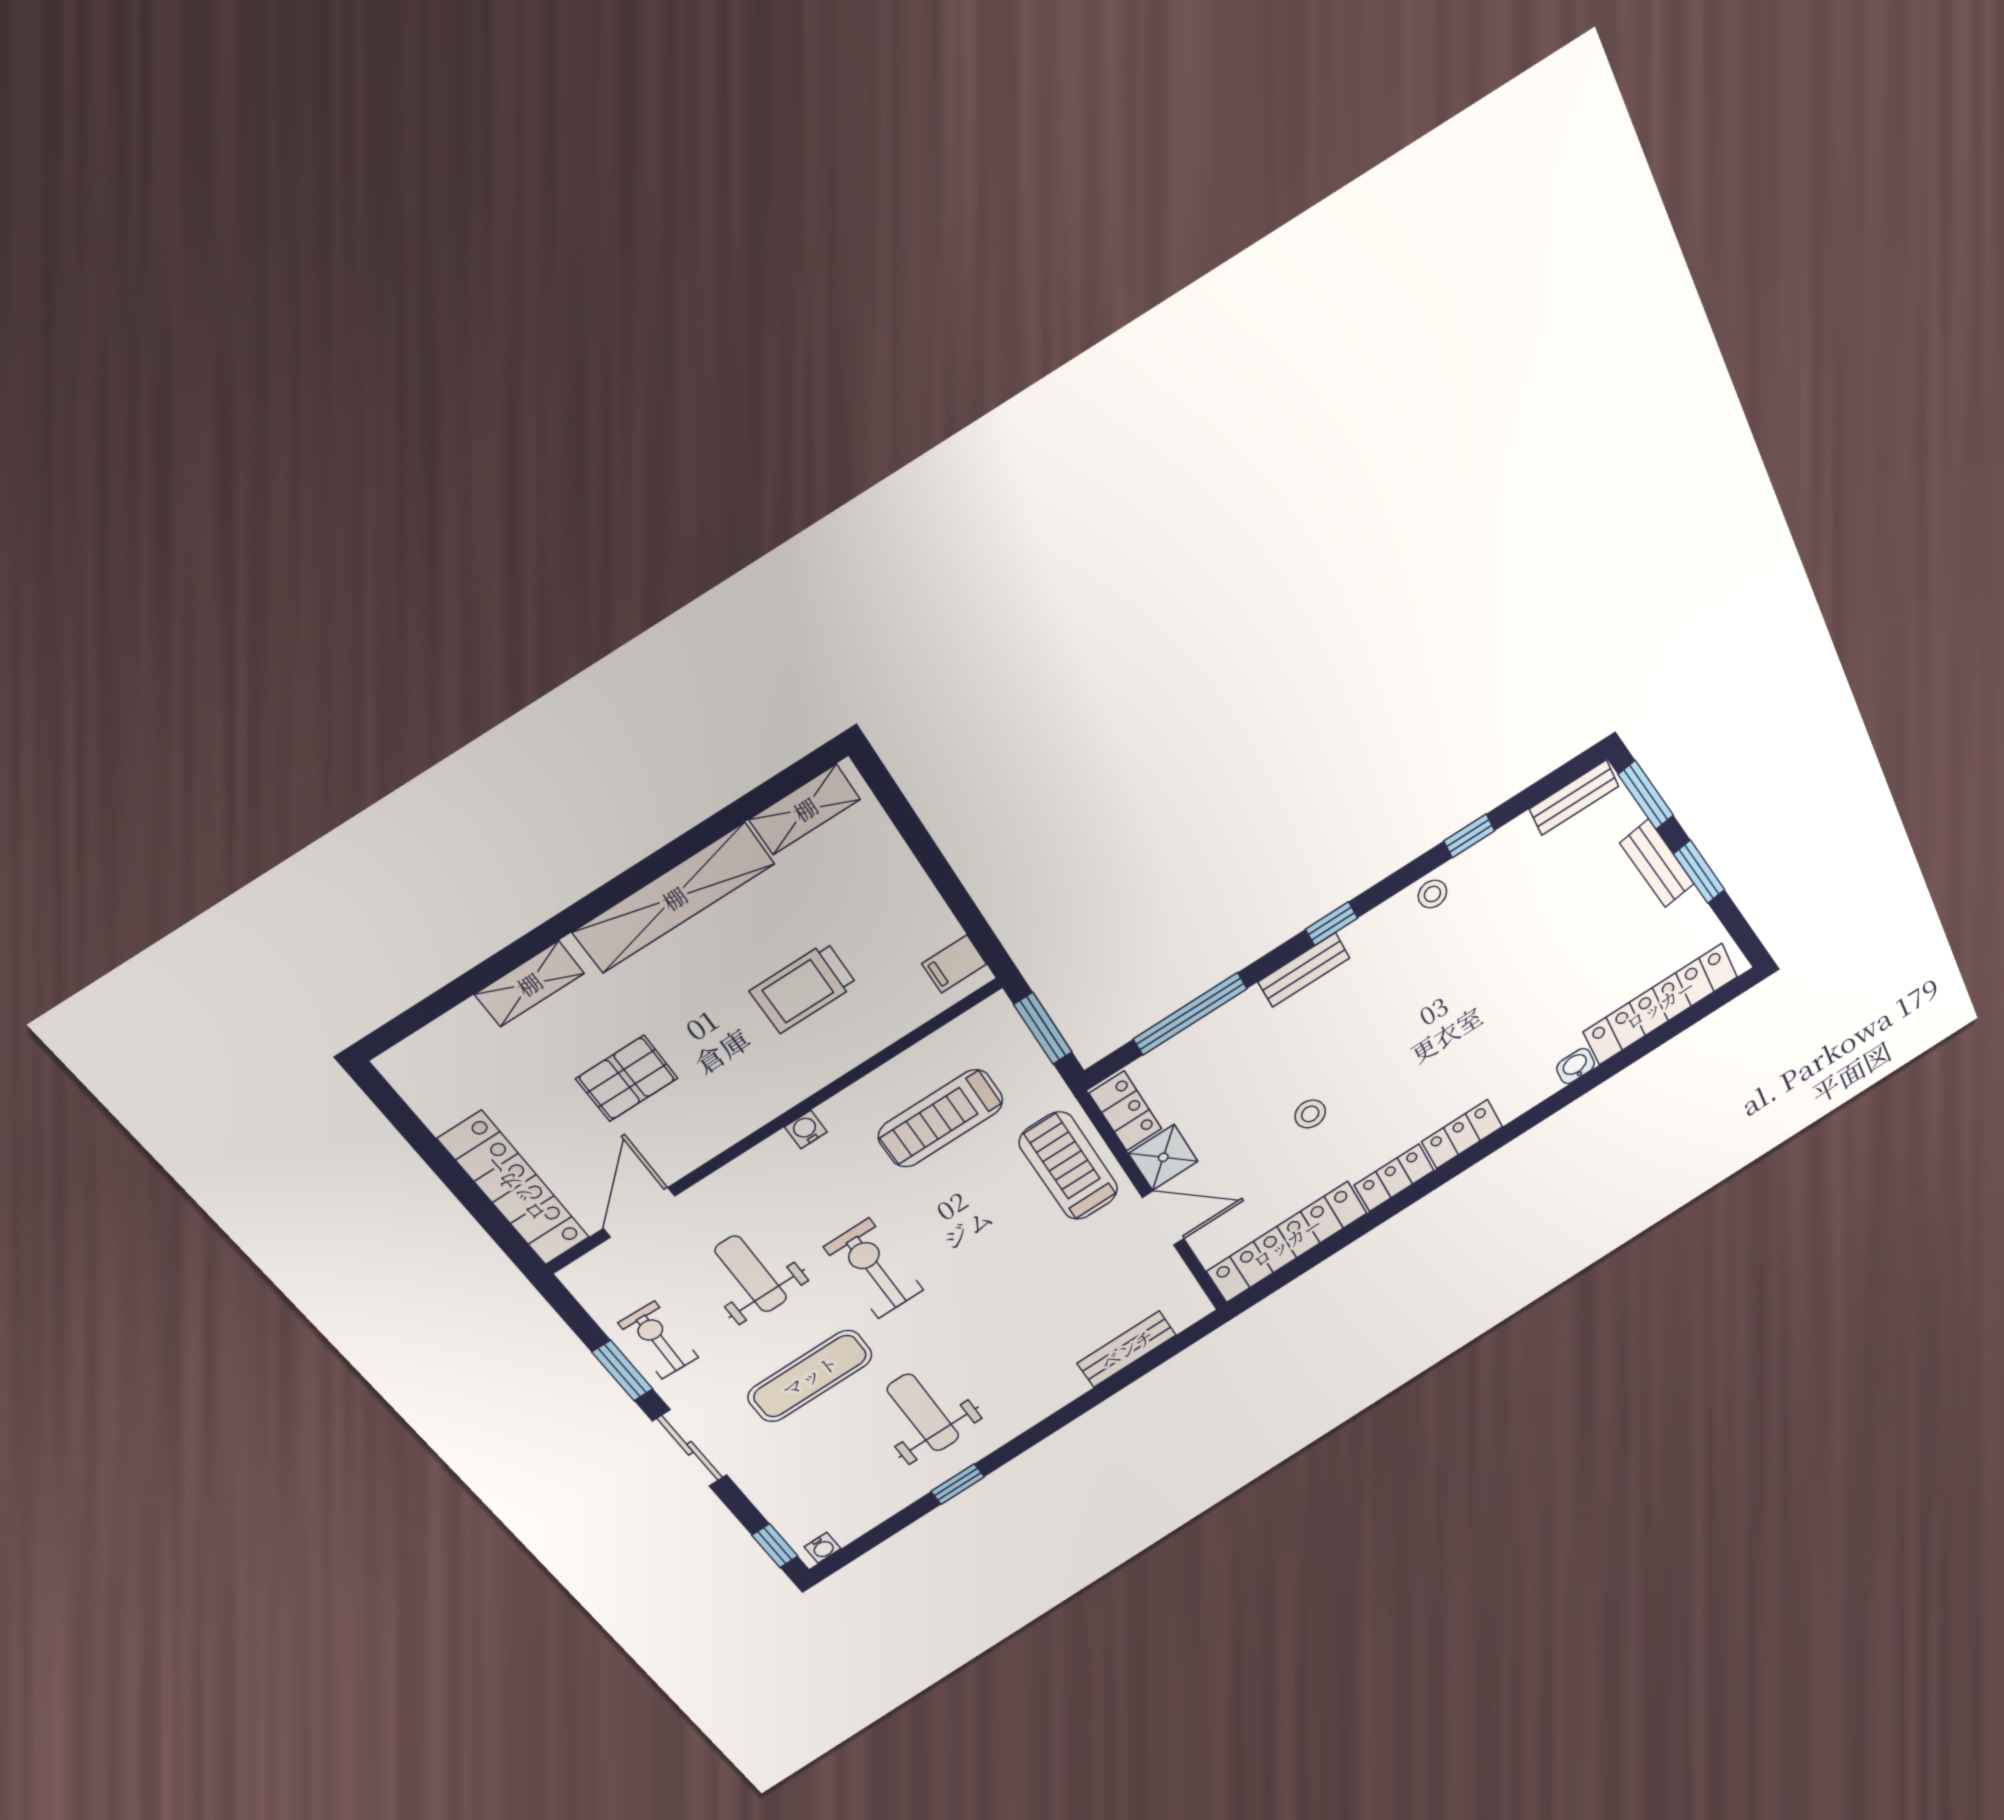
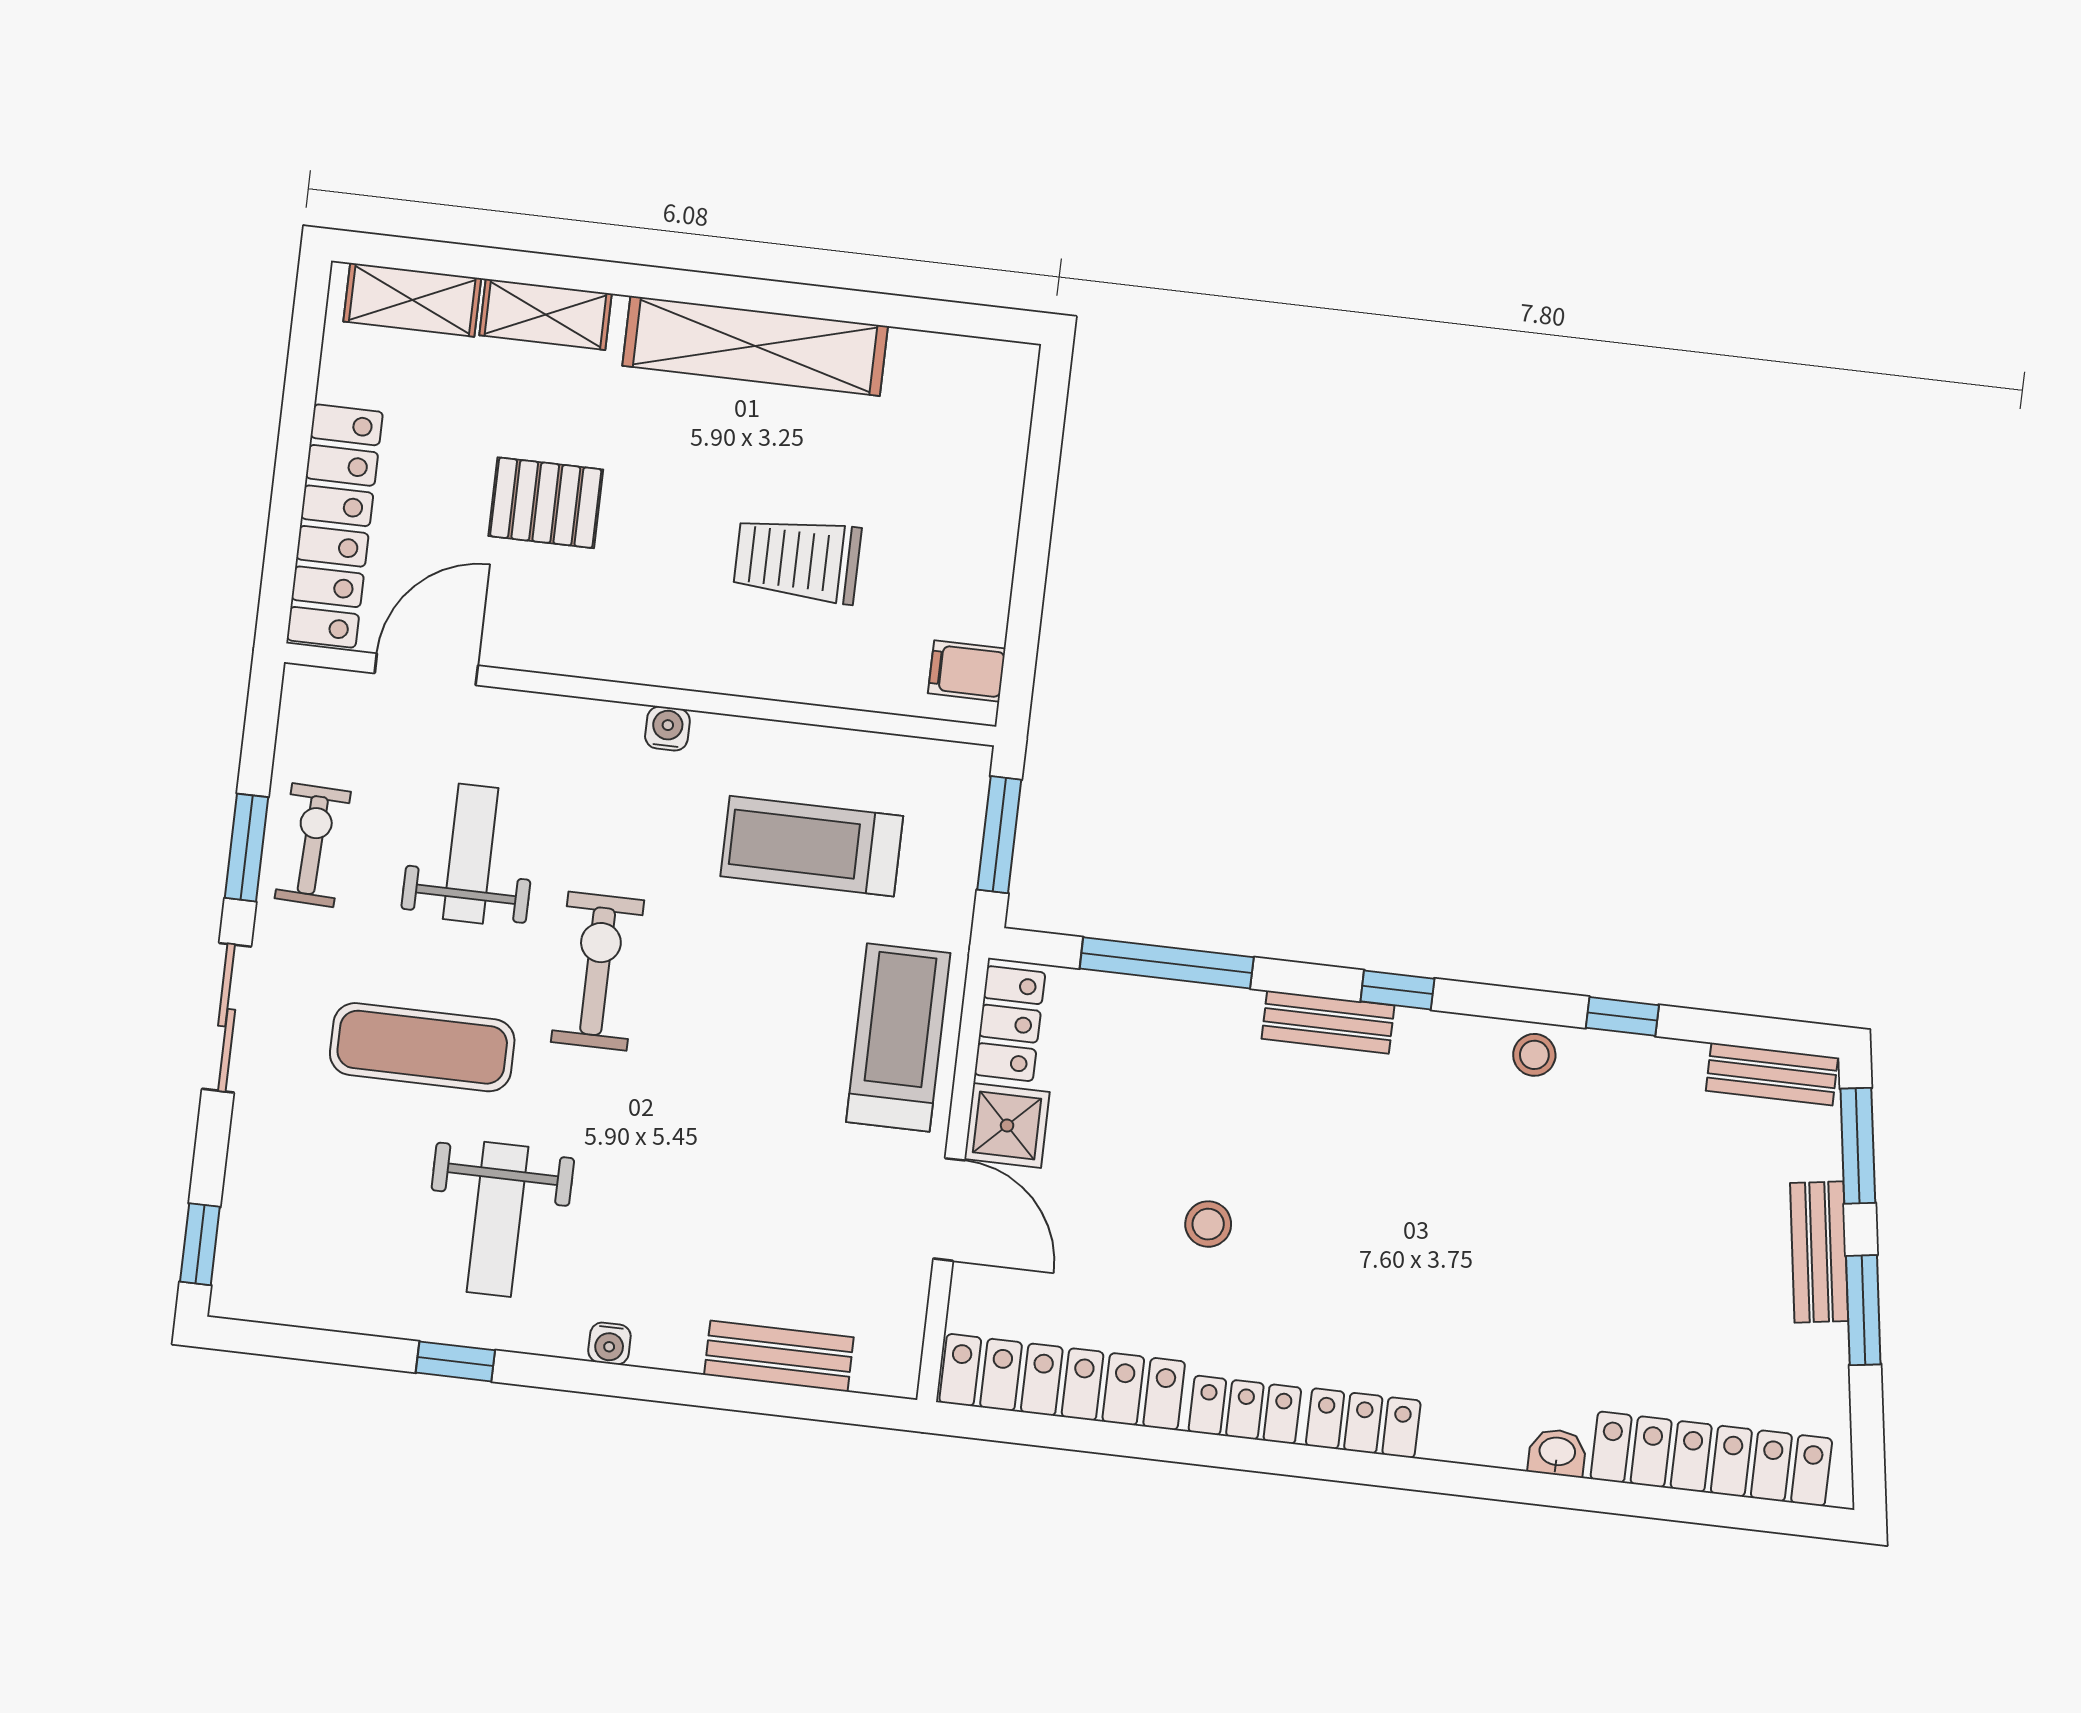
shelving: (805, 809) -> (412, 300), moved
weight bench: (923, 1413) -> (498, 1219), turned 180
water cooler: (822, 1548) -> (609, 1344), moved

